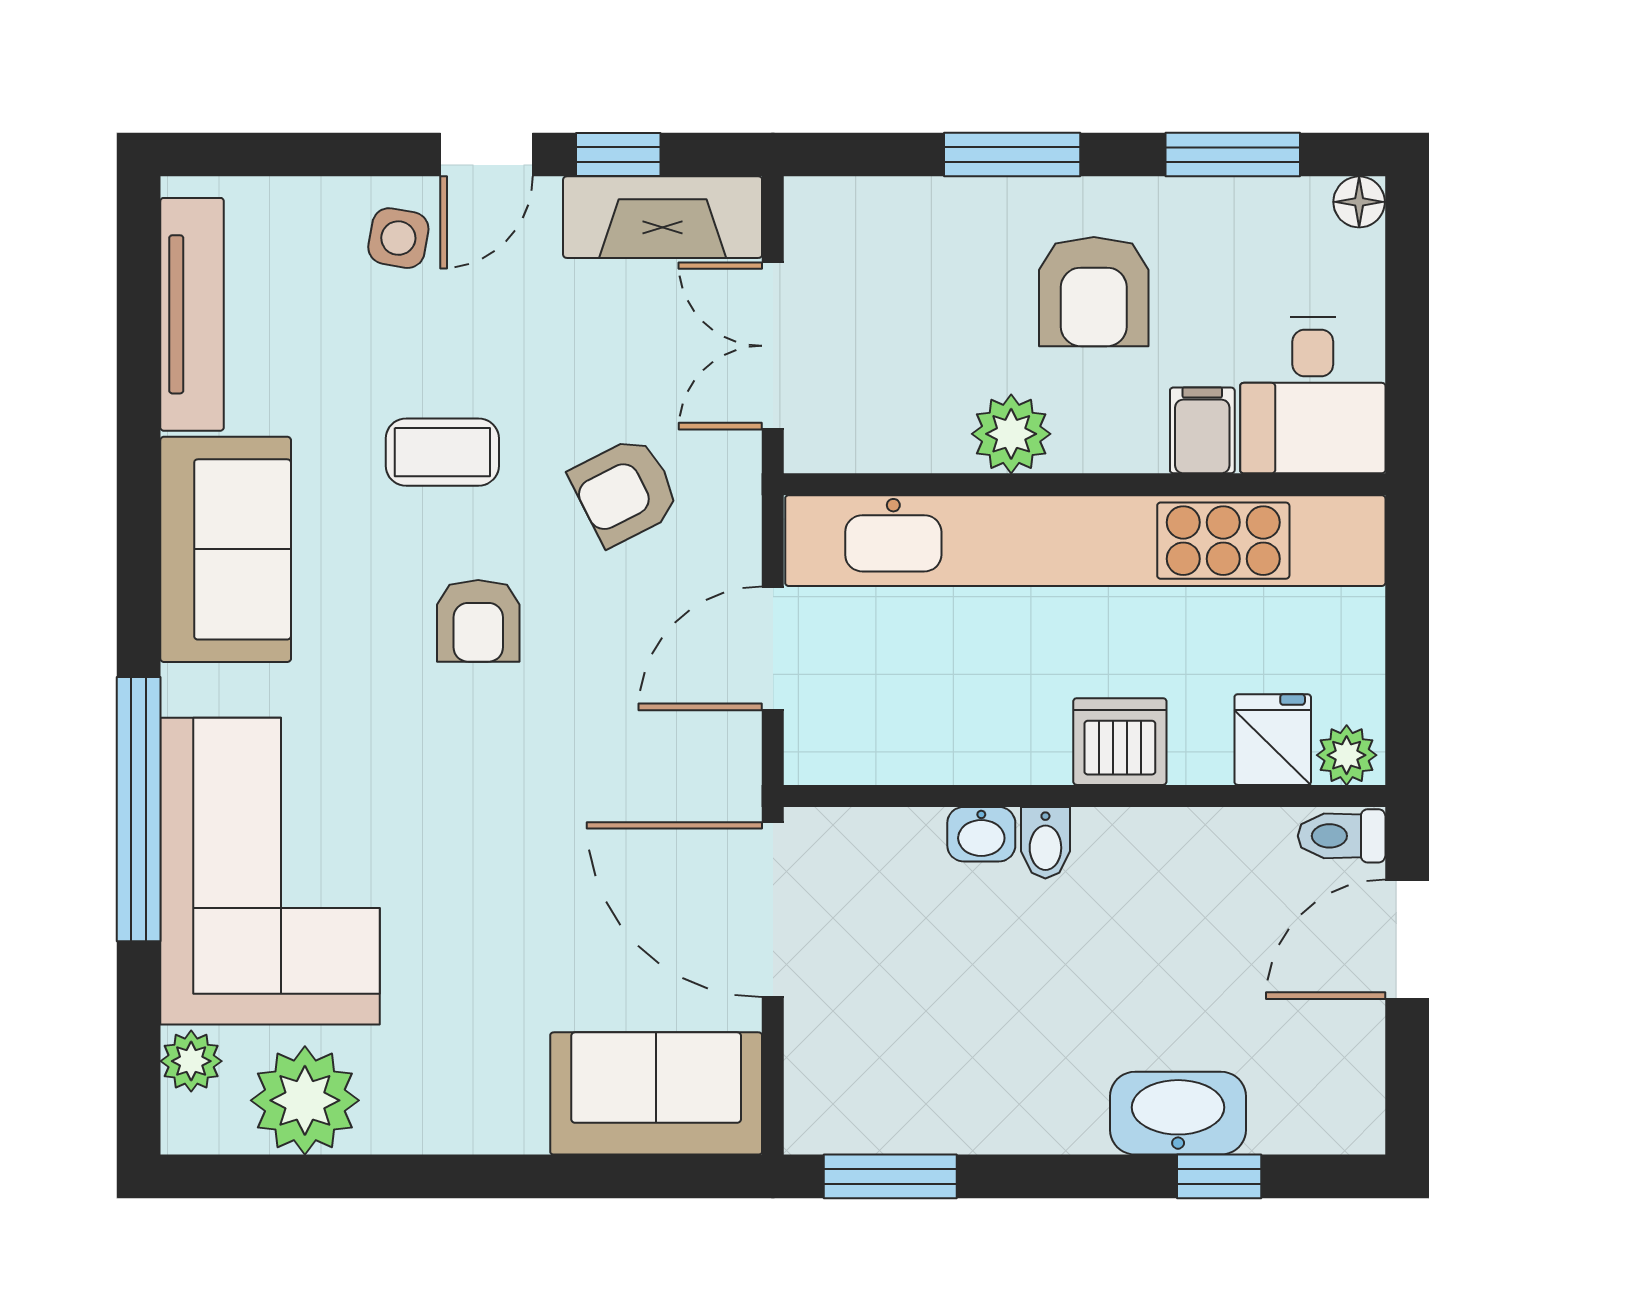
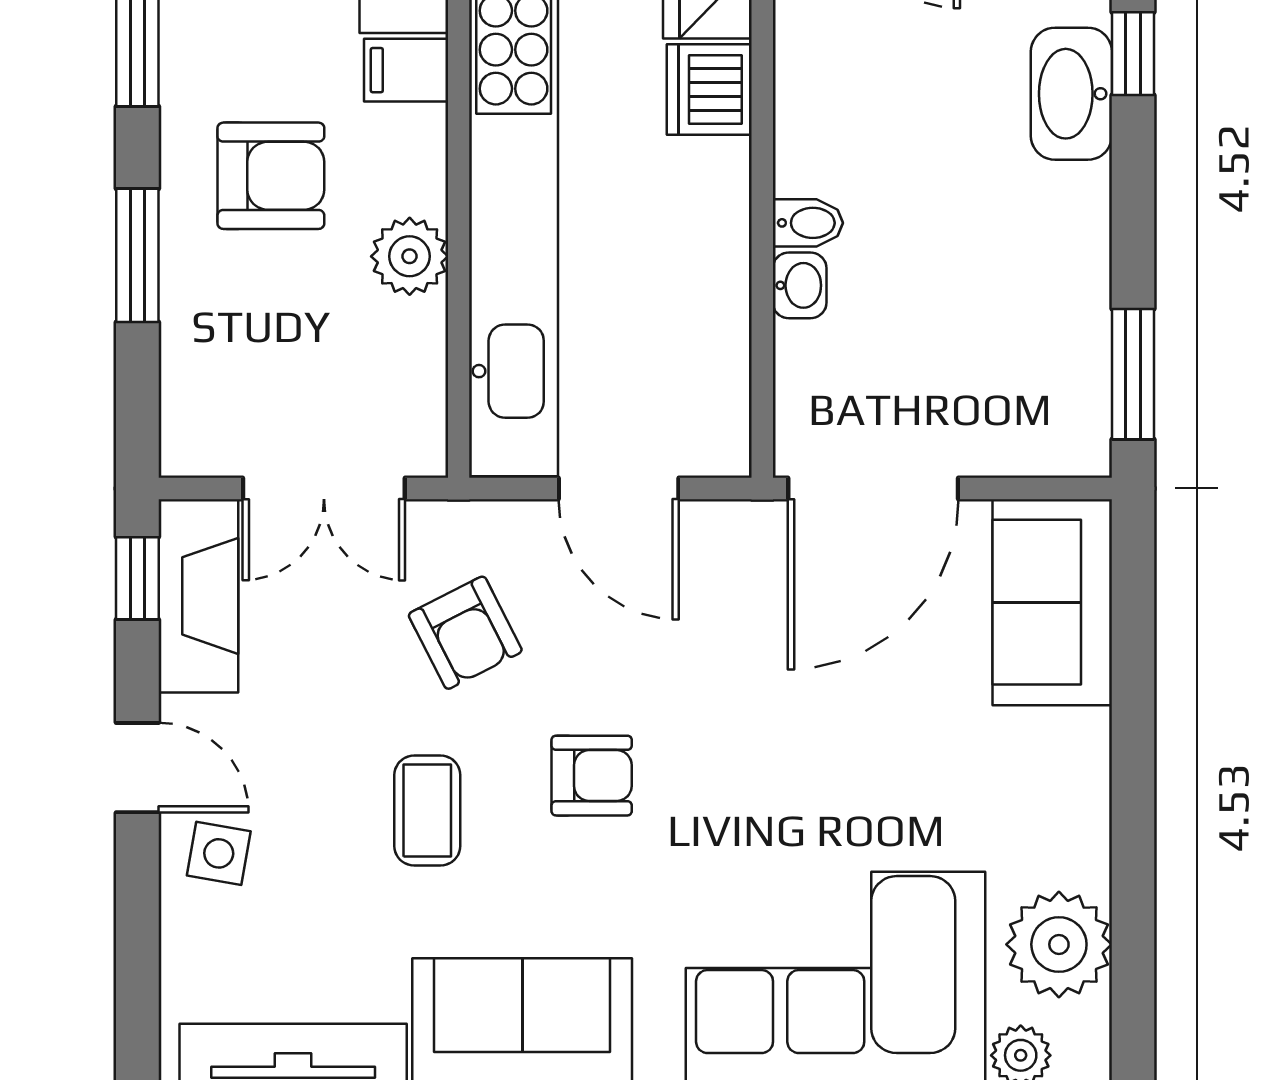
window: (618, 155) -> (137, 578), moved
dishwasher: (1120, 742) -> (709, 90), moved

